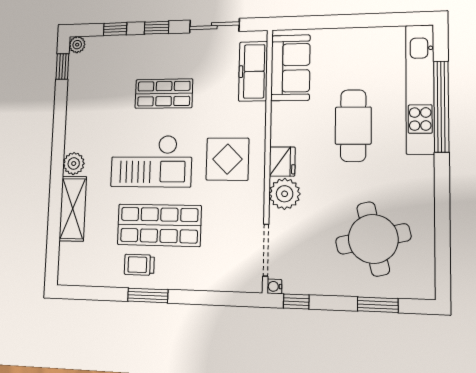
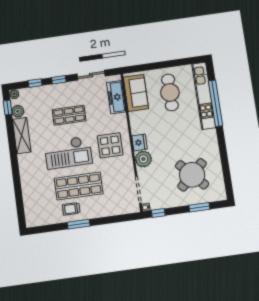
cafe table: (353, 126) -> (170, 92), moved
plant: (74, 164) -> (18, 111), moved
shelving: (73, 209) -> (22, 136), moved
round table: (373, 239) -> (192, 175), turned -30

